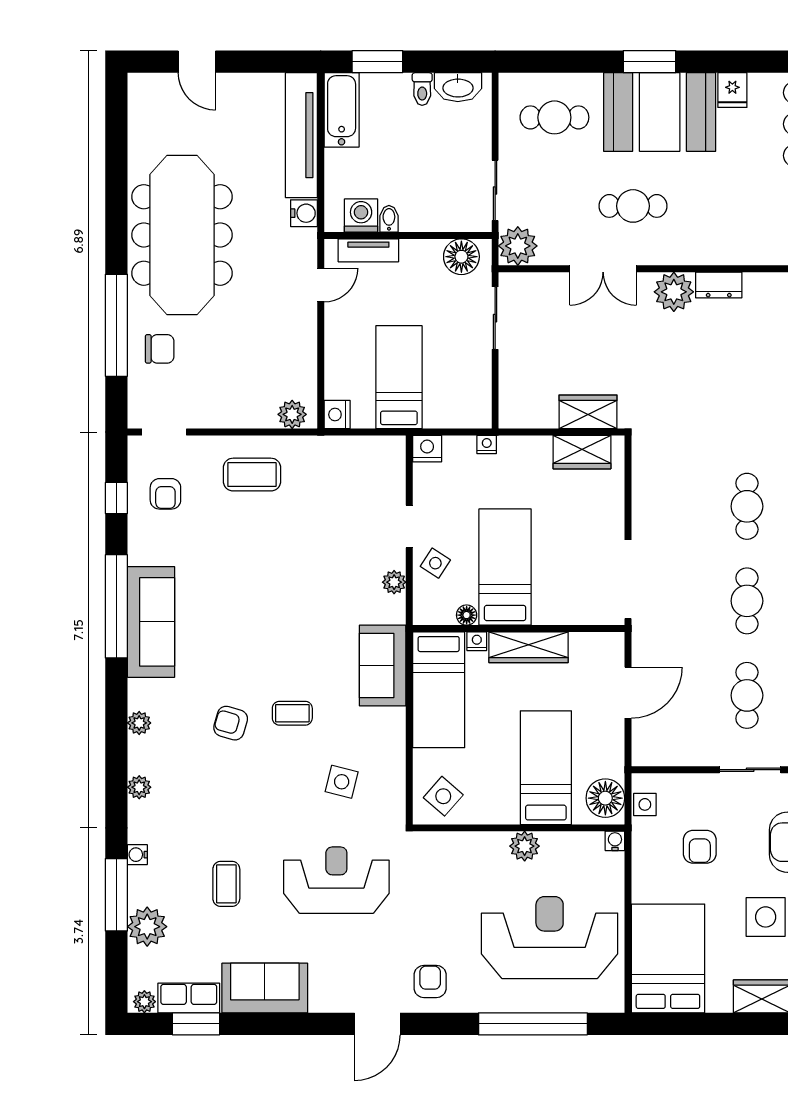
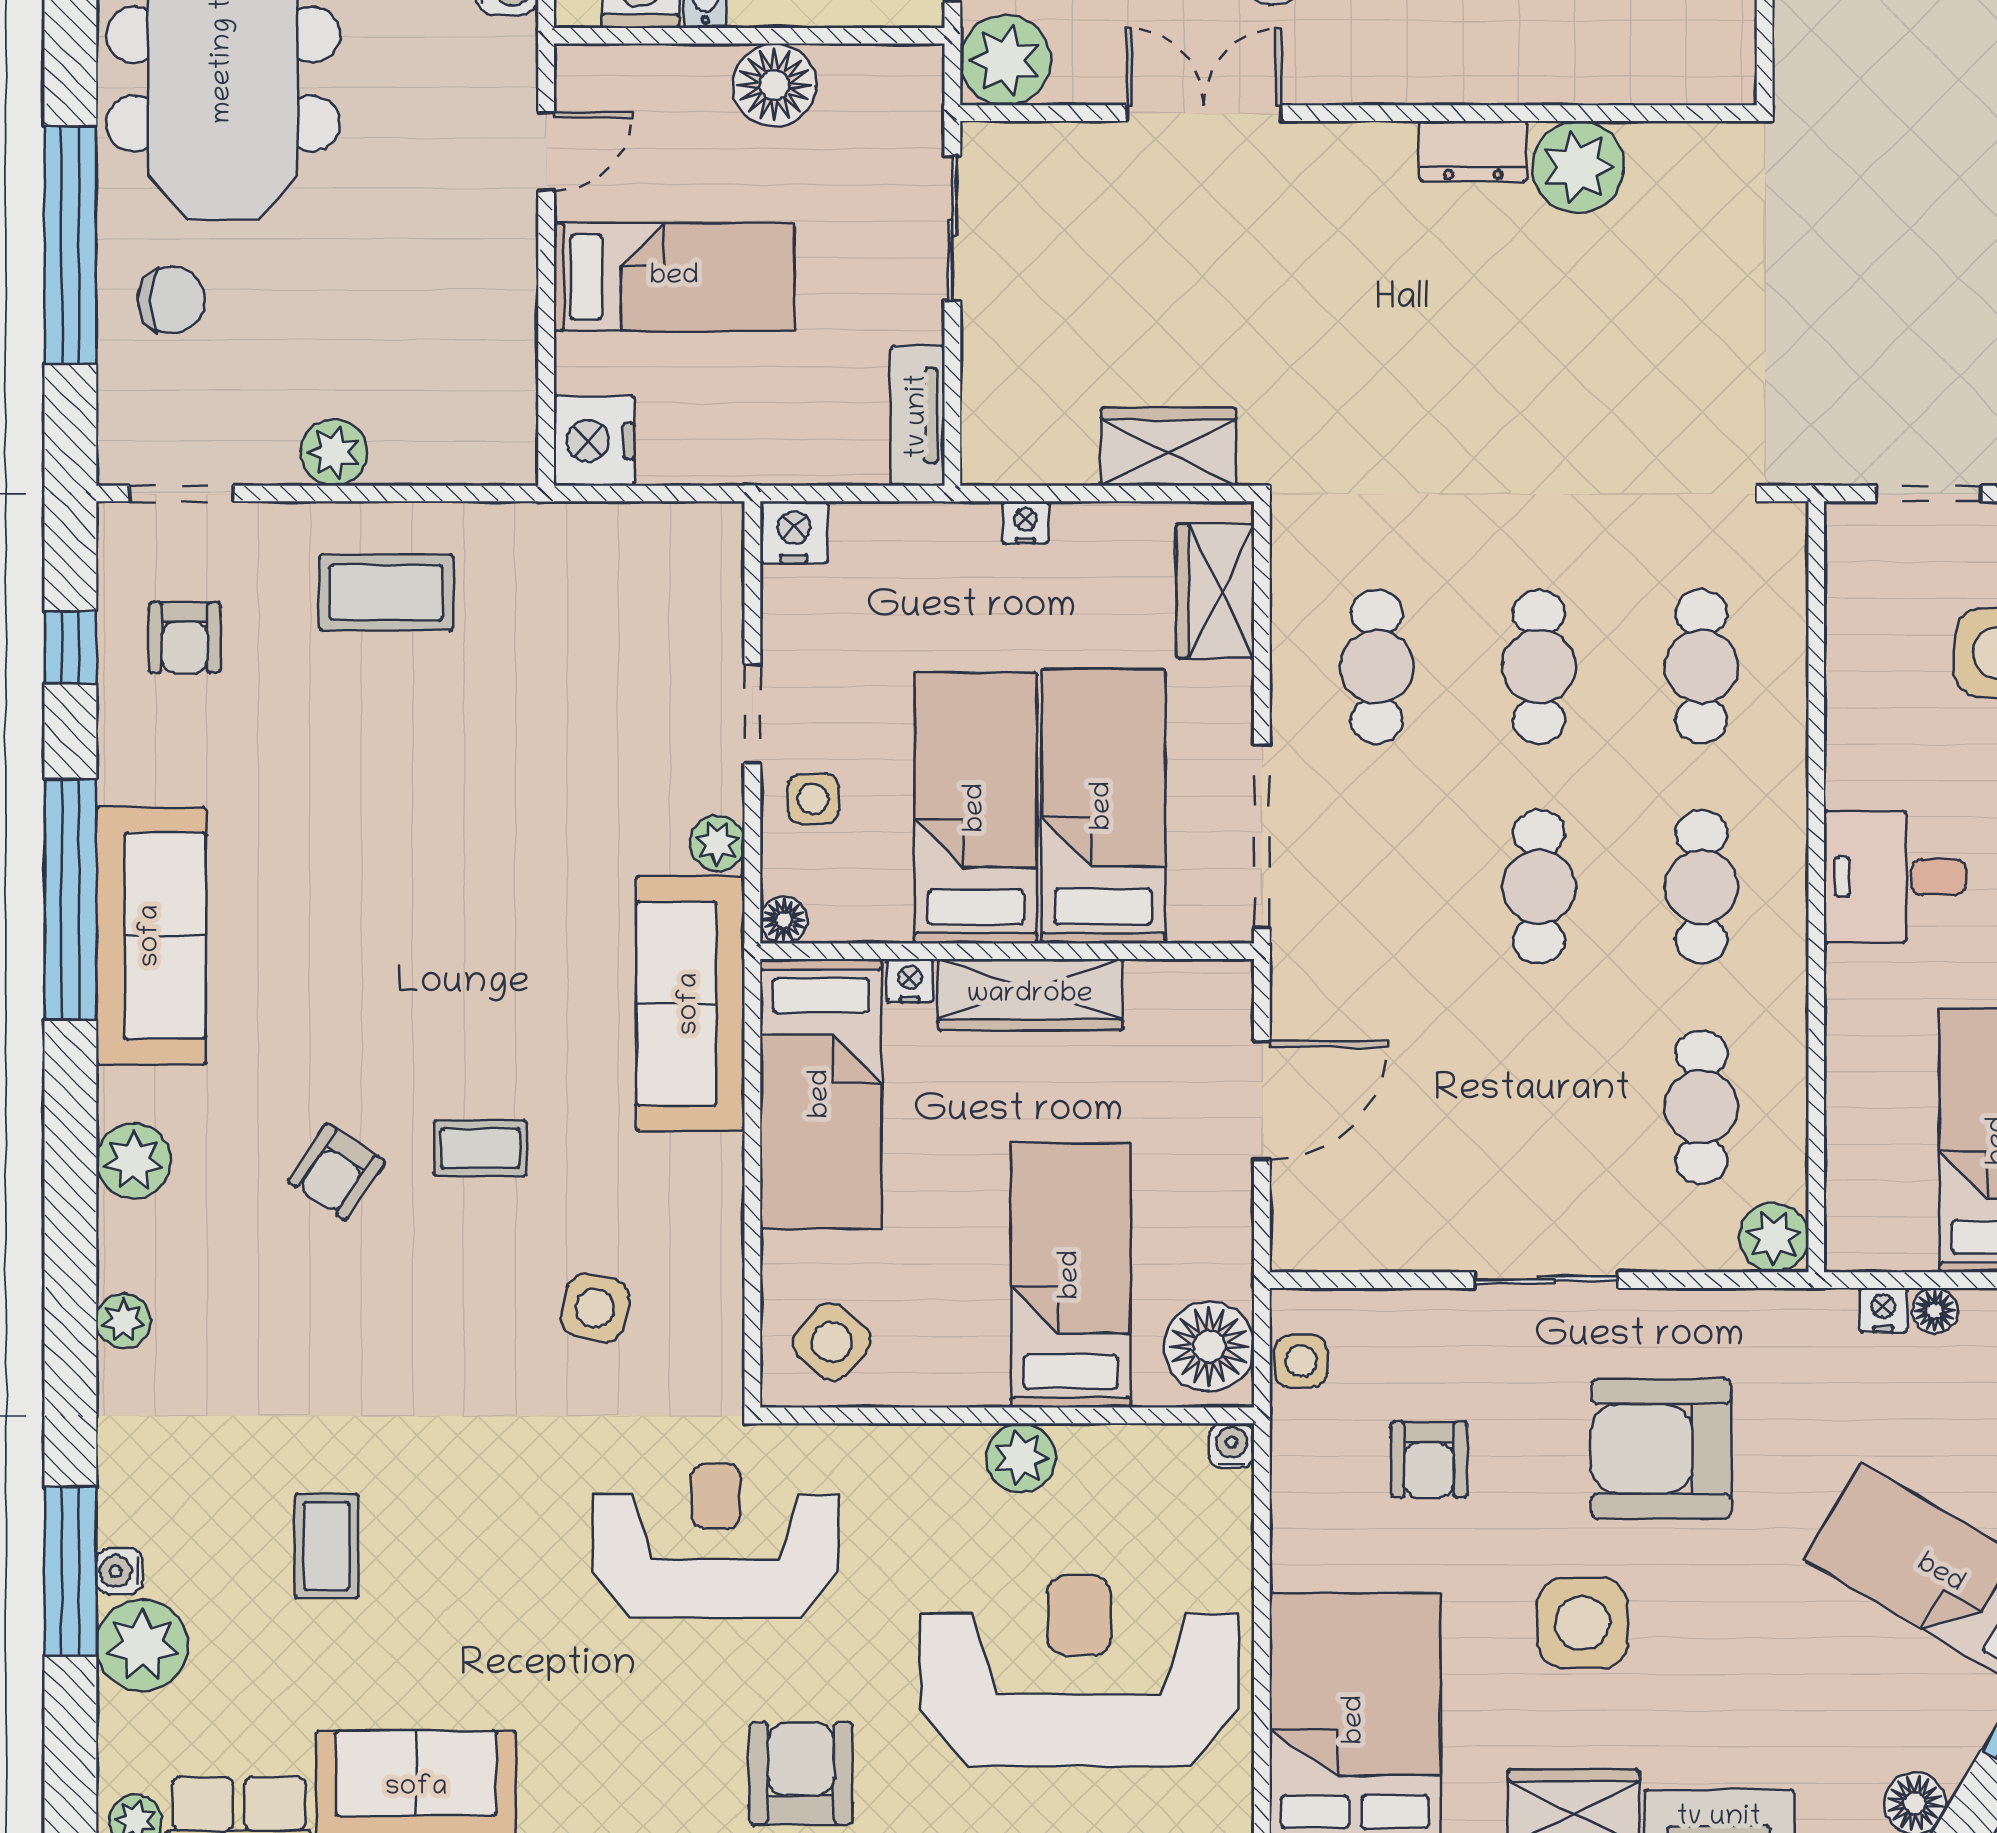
tv unit: (368, 250) -> (918, 416), moved, turned 90
floor lamp: (461, 257) -> (774, 85), moved
double door: (603, 269) -> (1204, 113), swing flipped
plant: (674, 292) -> (1578, 167), moved
bed: (399, 377) -> (674, 277), moved, turned 90
plant: (292, 414) -> (334, 453), moved
nightstand: (337, 415) -> (594, 441), width x1.36, depth x1.33
nightstand: (487, 444) -> (1025, 523), moved
wardrobe: (582, 452) -> (1215, 591), moved, turned 90
side table: (435, 563) -> (813, 799), turned -33
bed: (560, 566) -> (1103, 806), added
floor lamp: (467, 615) -> (784, 920), moved
sofa: (383, 666) -> (690, 1004), width x1.36
cafe table: (747, 695) -> (1377, 667), moved
plant: (139, 723) -> (134, 1161), width x1.38, depth x1.38
armchair: (231, 723) -> (336, 1172), turned -72
water cooler: (137, 855) -> (119, 1571), moved
reception desk: (336, 880) -> (716, 1541), moved
armchair: (430, 982) -> (801, 1773), width x1.38, depth x1.38

